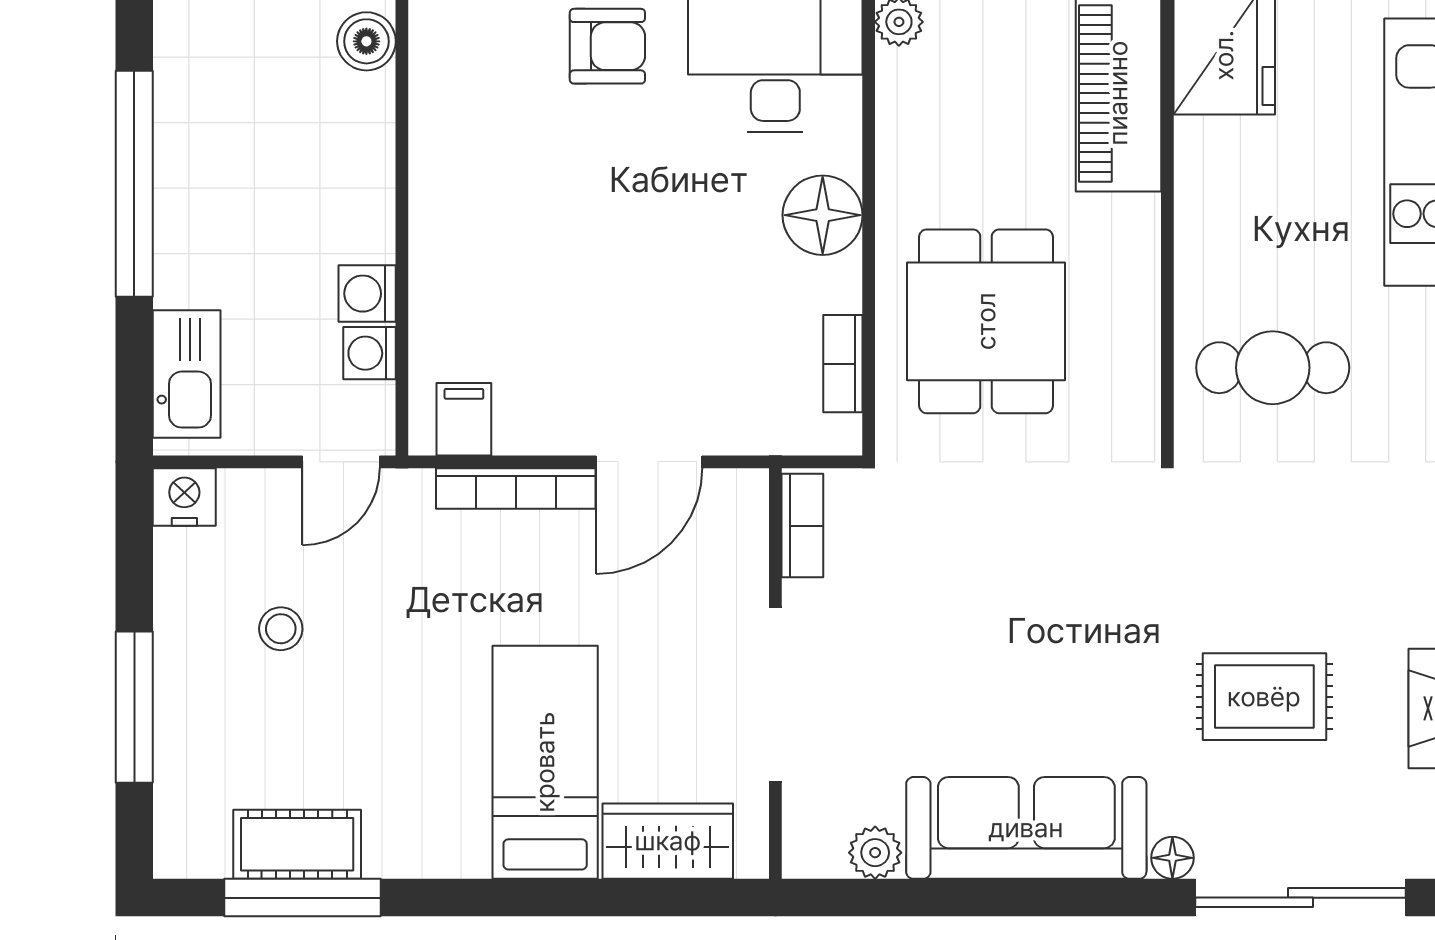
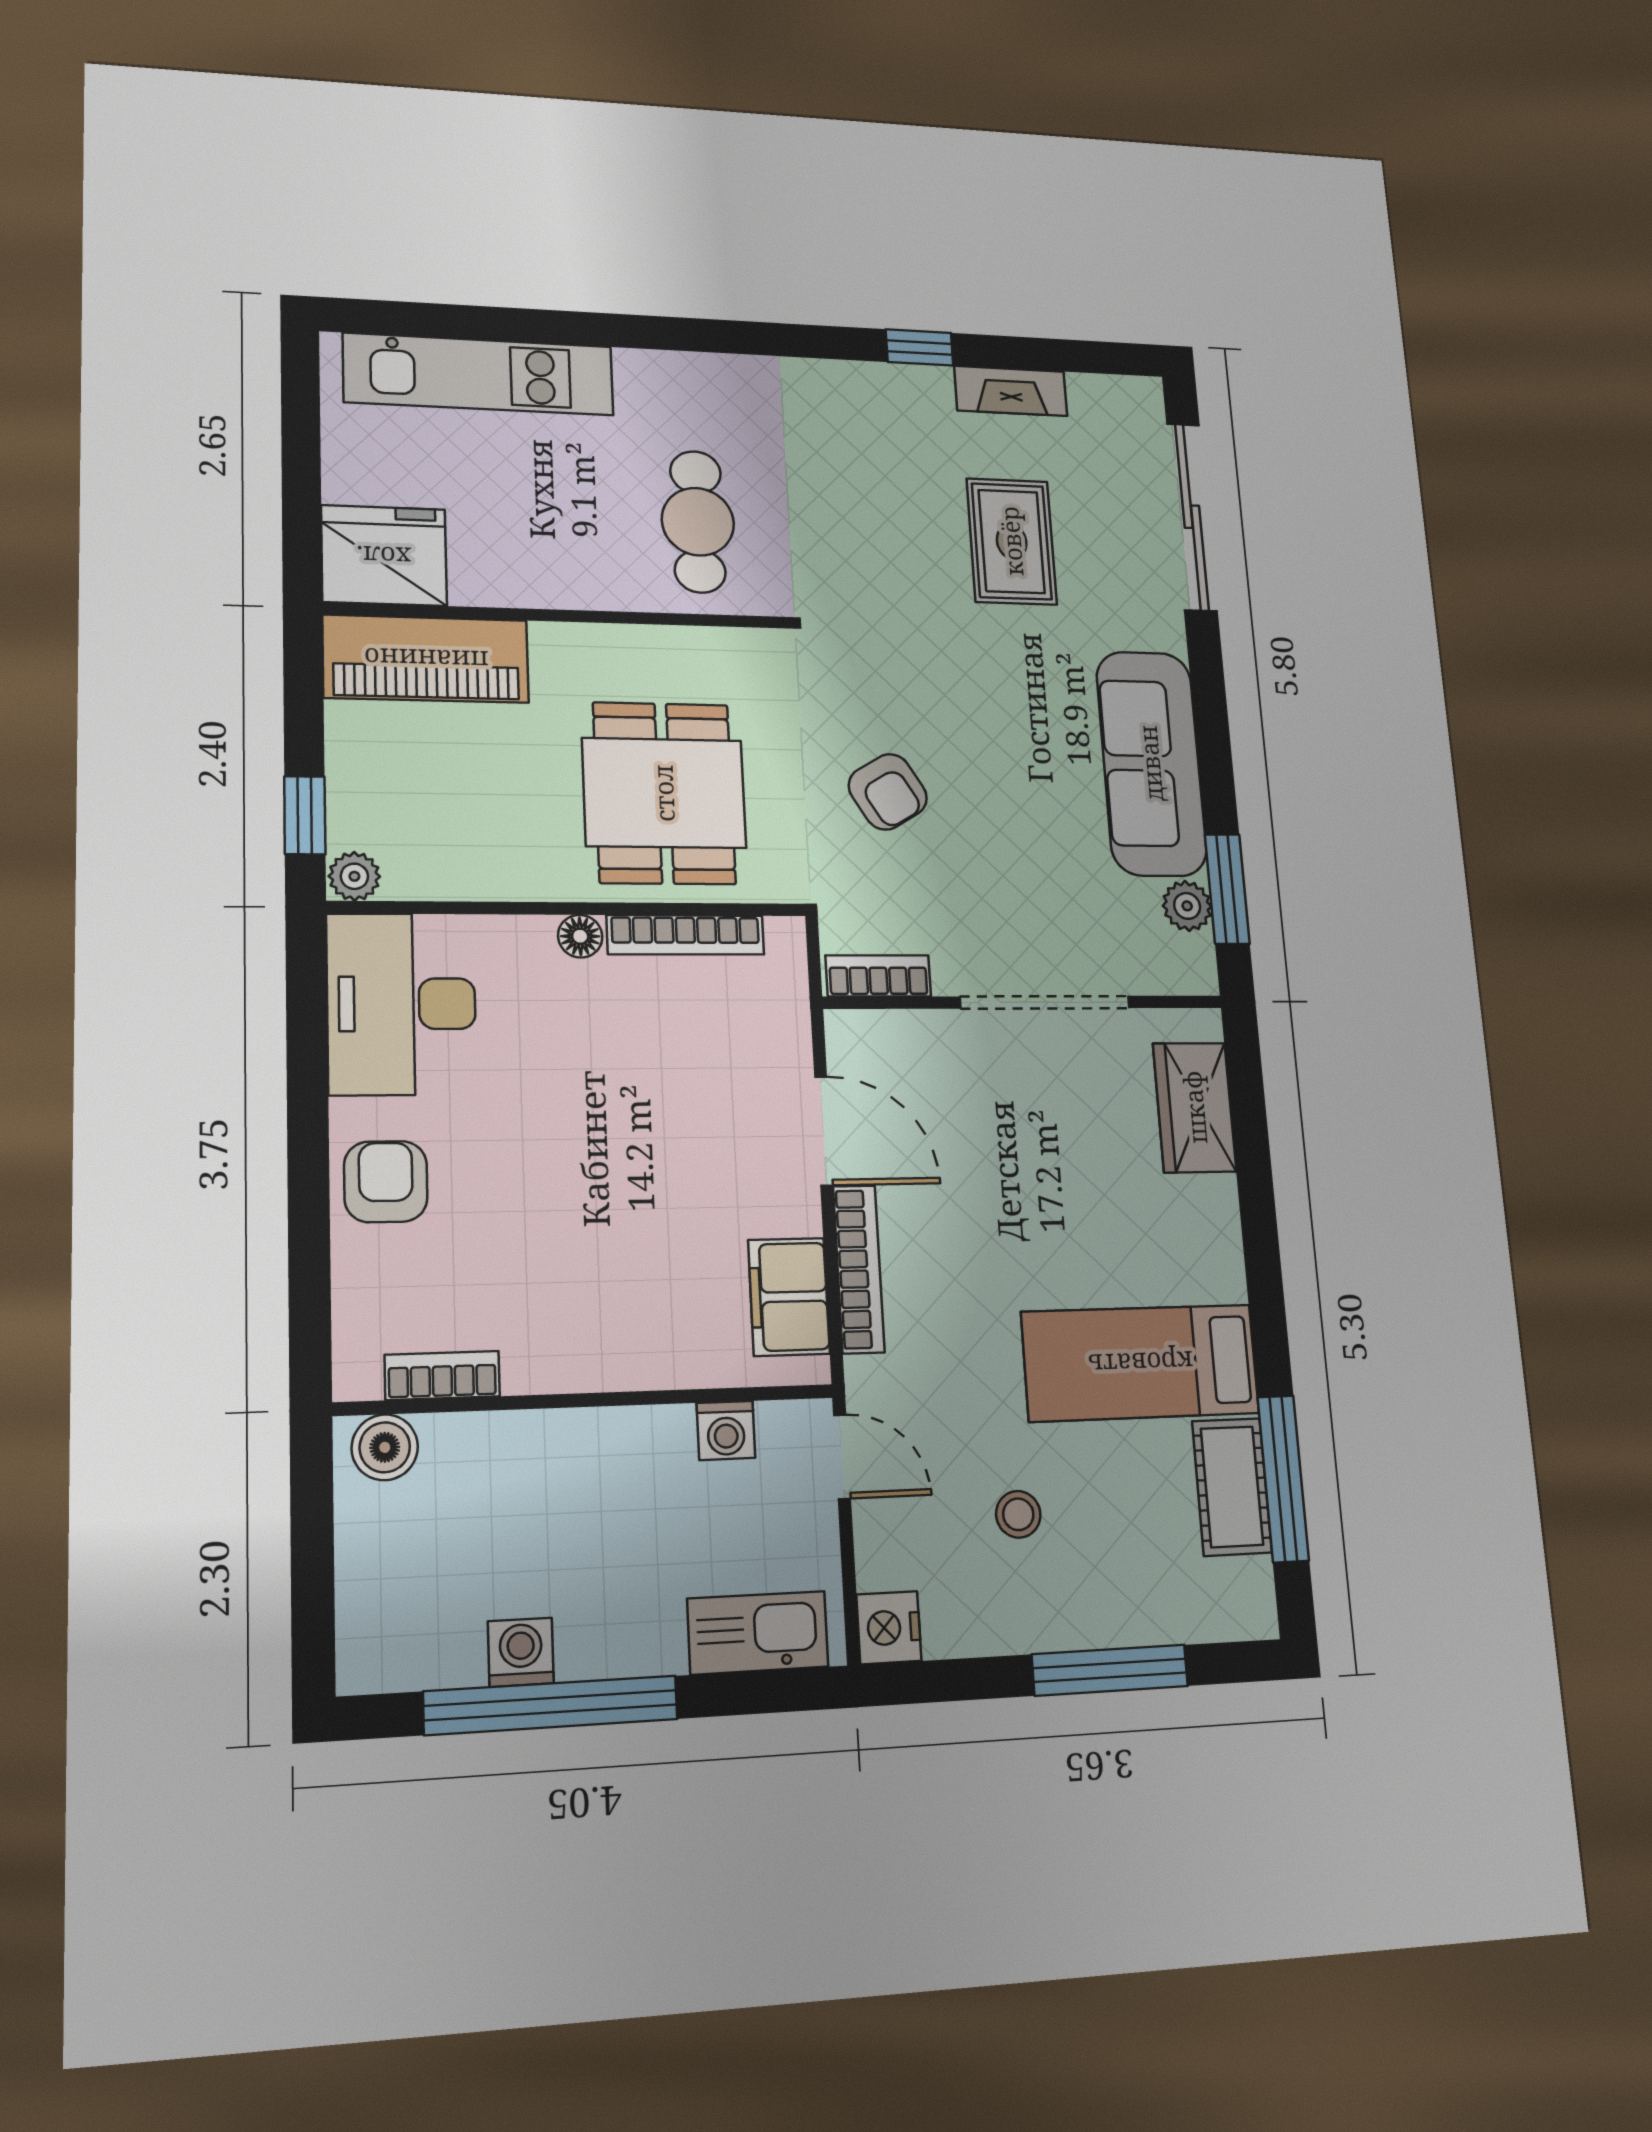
bookcase: (429, 94) -> (442, 1376), added
floor lamp: (823, 215) -> (580, 936), width x0.53, depth x0.53
washing machine: (367, 294) -> (521, 1652), moved, turned 180
dining table: (986, 321) -> (664, 793), turned 90
bookcase: (843, 364) -> (686, 935), width x1.56
filing cabinet: (464, 419) -> (789, 1297), width x2.00
armchair: (991, 547) -> (888, 792), added
bed: (545, 762) -> (1140, 1363), moved
floor lamp: (1172, 858) -> (1167, 630), removed
window: (893, 898) -> (1227, 889), added

